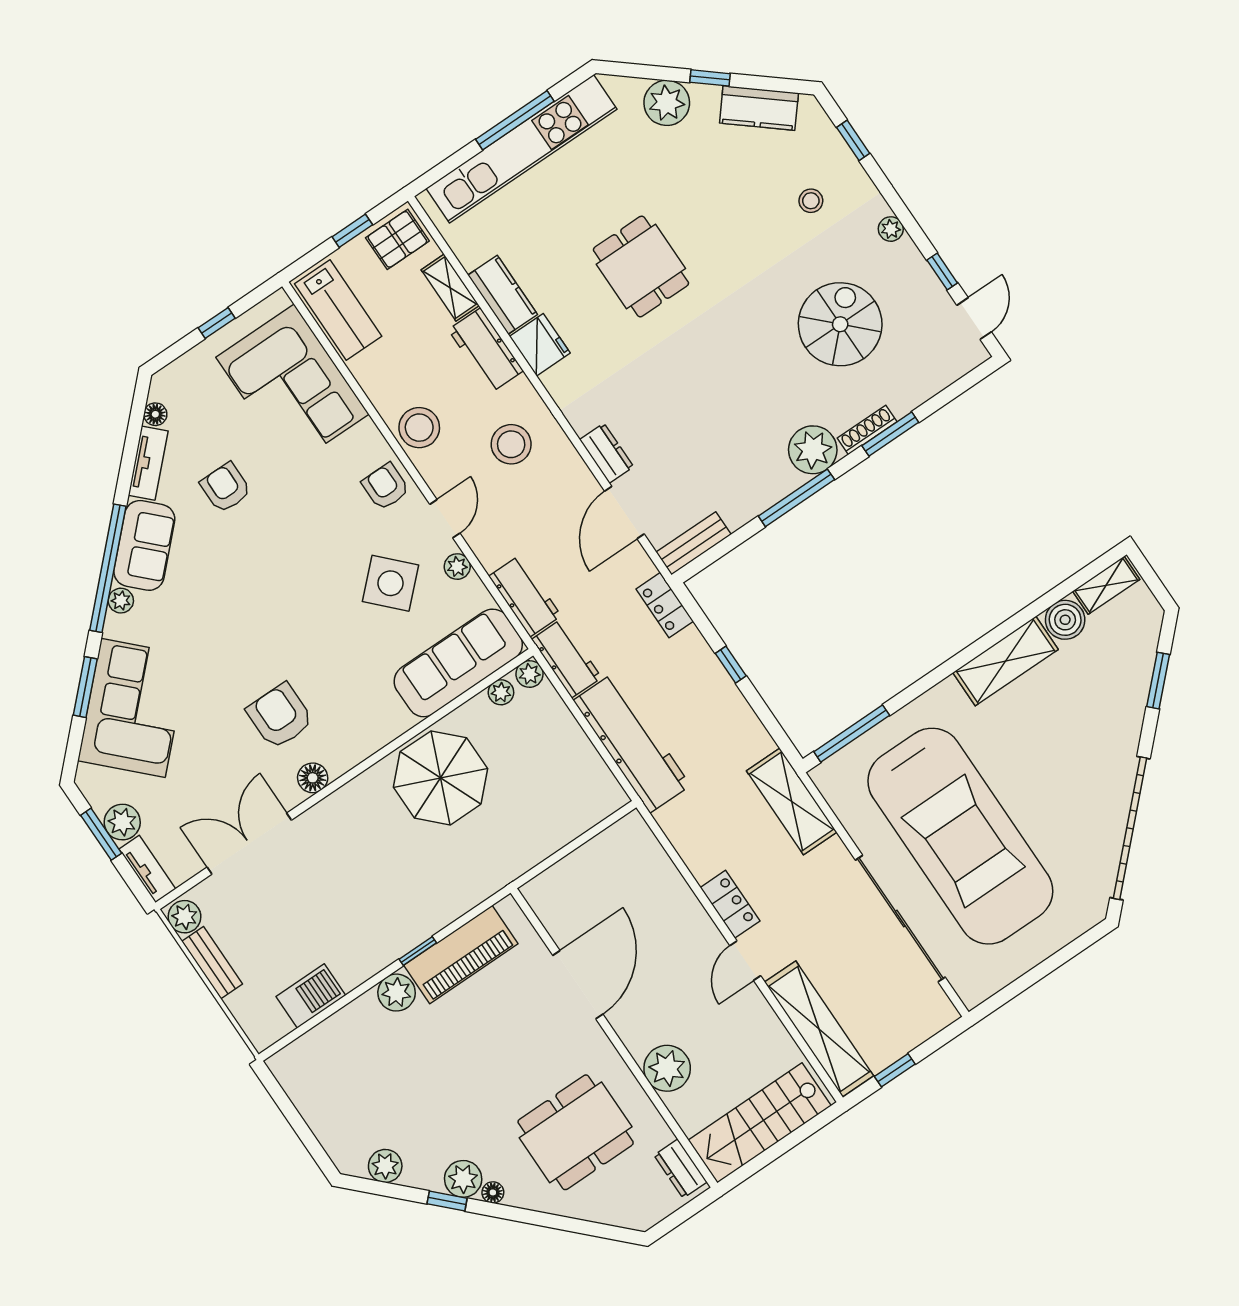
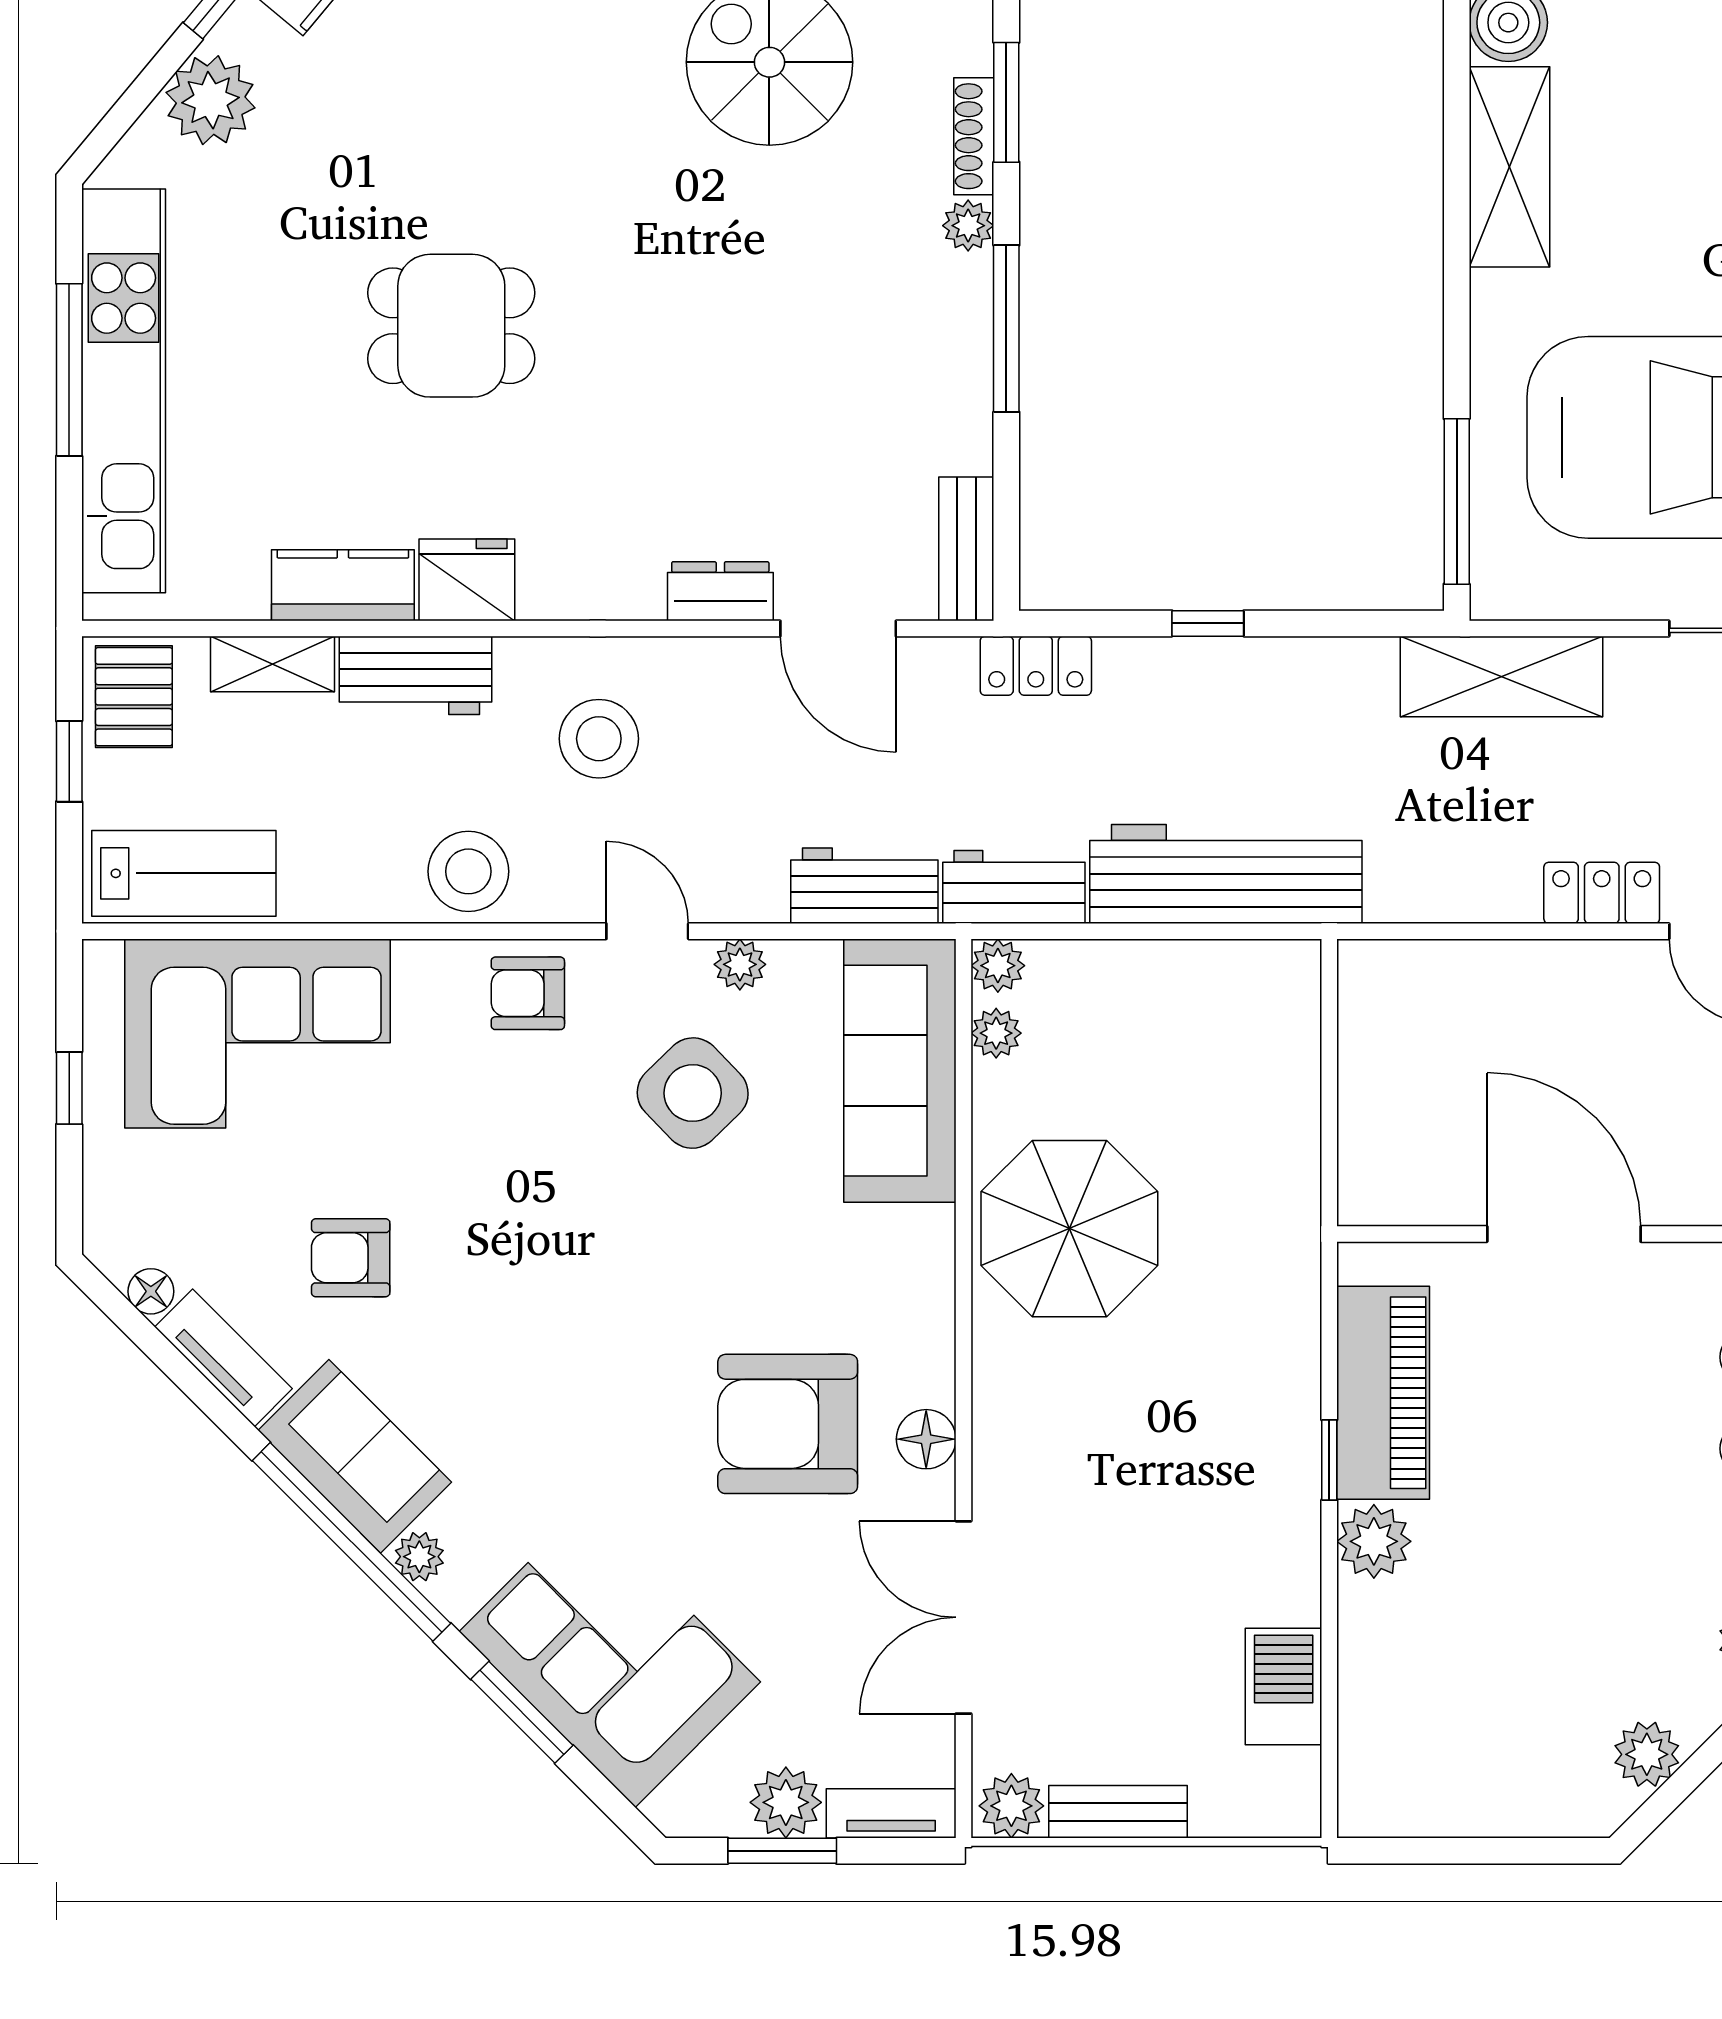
plant: (813, 450) -> (968, 226), width x0.53, depth x0.53
armchair: (280, 716) -> (788, 1424), width x1.36, depth x1.36

